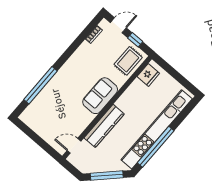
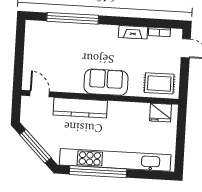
window: (135, 40) -> (184, 75), removed
fireplace: (81, 52) -> (133, 32), added

